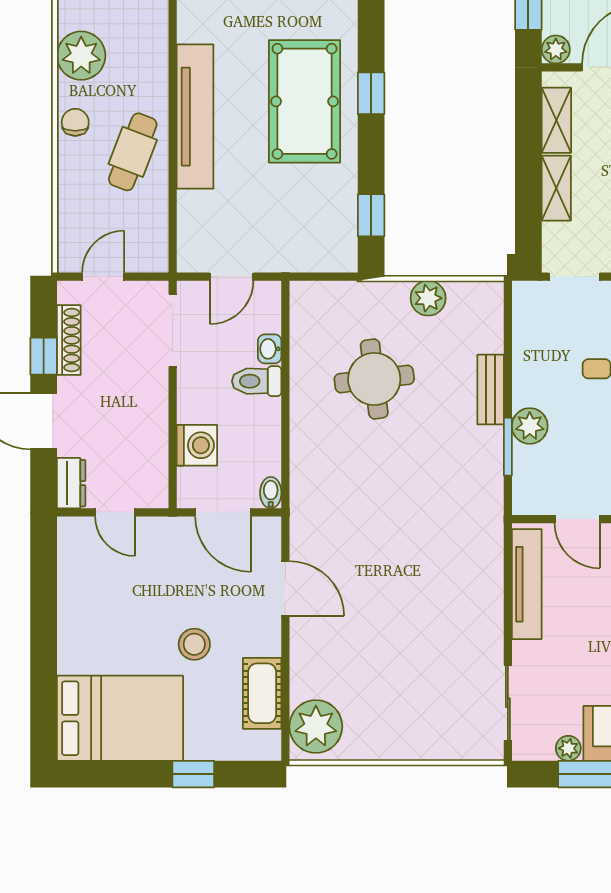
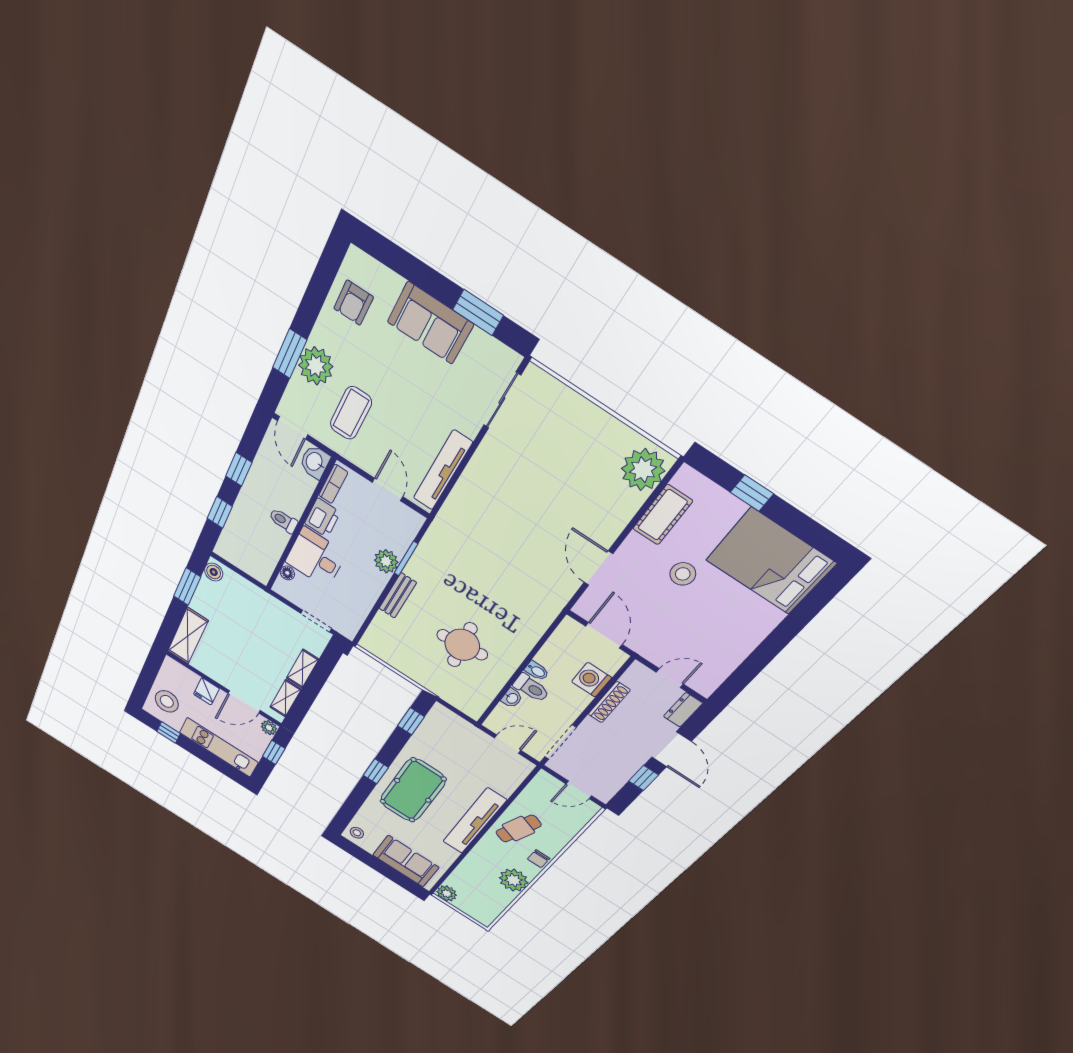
plant: (428, 298) -> (405, 664), removed
shoe rack: (69, 340) -> (609, 702), moved, turned 180
bidet: (271, 493) -> (537, 671), moved, turned -90
door: (115, 512) -> (670, 678), hinge flipped
plant: (568, 748) -> (480, 340), removed

